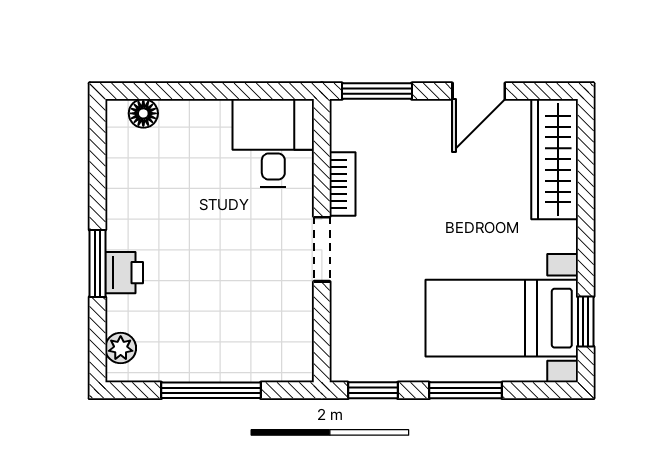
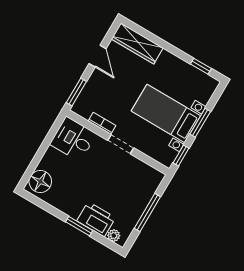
floor lamp: (143, 113) -> (40, 182), width x1.89, depth x1.89
printer: (124, 273) -> (96, 219), width x1.87, depth x1.48
bed with nightstands: (502, 318) -> (166, 113), moved, turned 90

